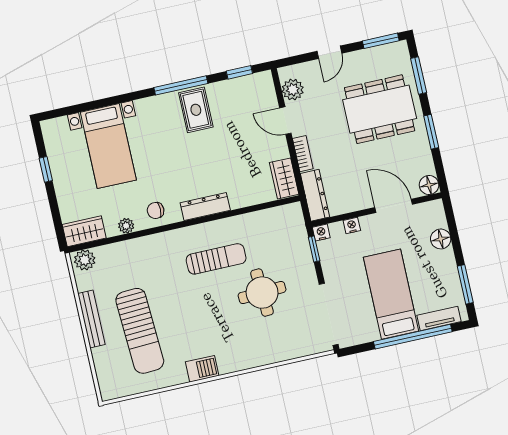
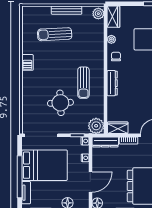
plant: (289, 218) -> (96, 126), added
bed: (391, 294) -> (44, 165), width x1.50
sun lounger: (140, 331) -> (55, 34), width x0.73, depth x0.75

